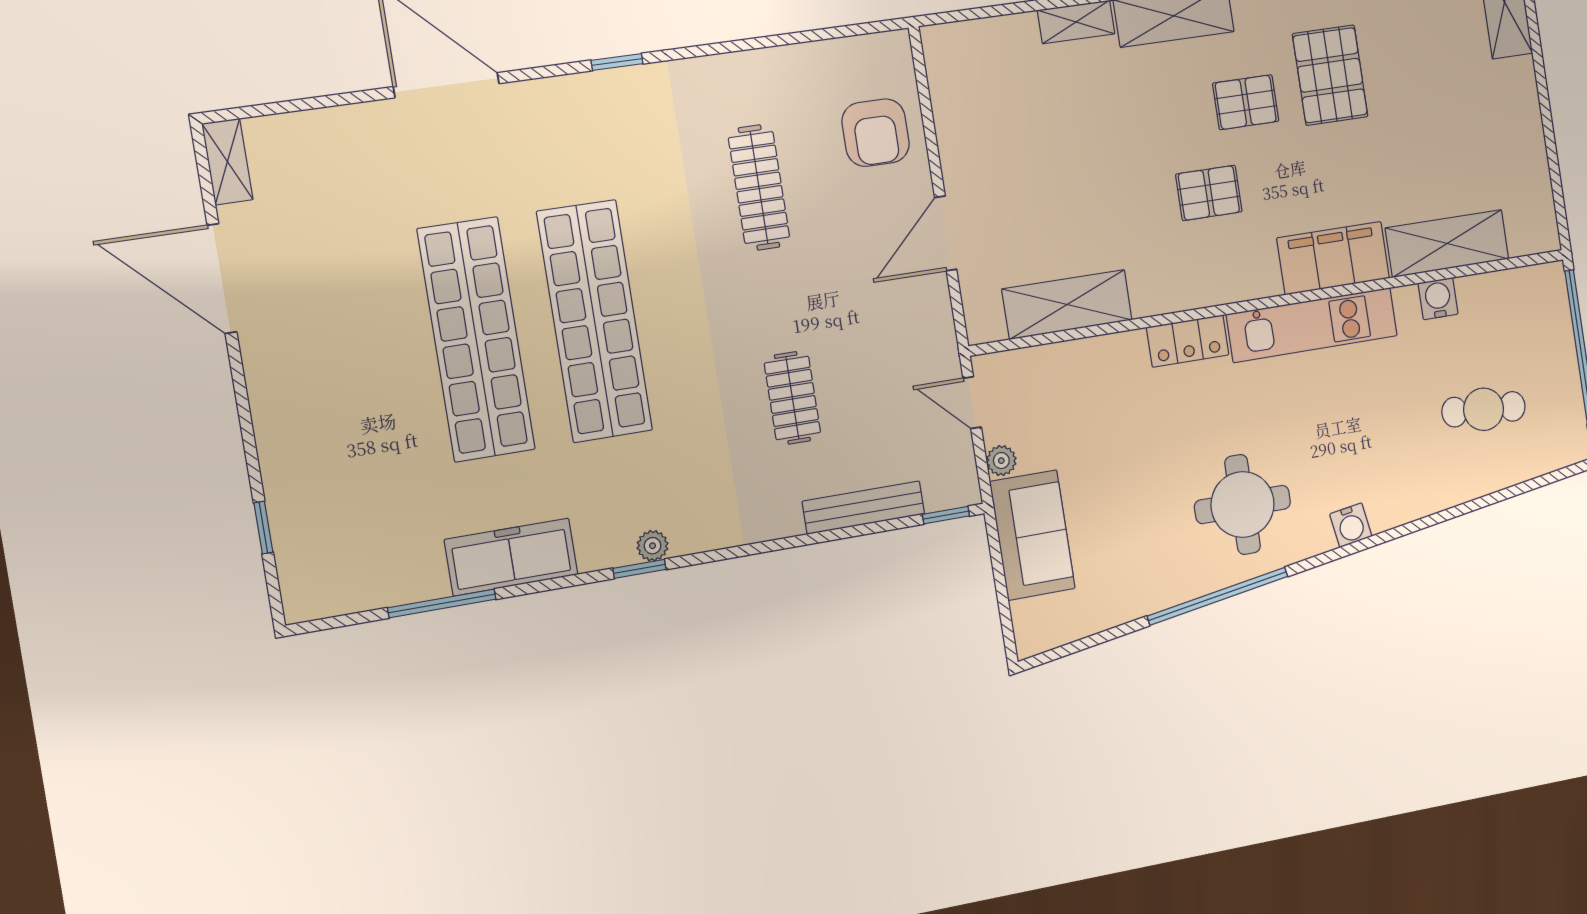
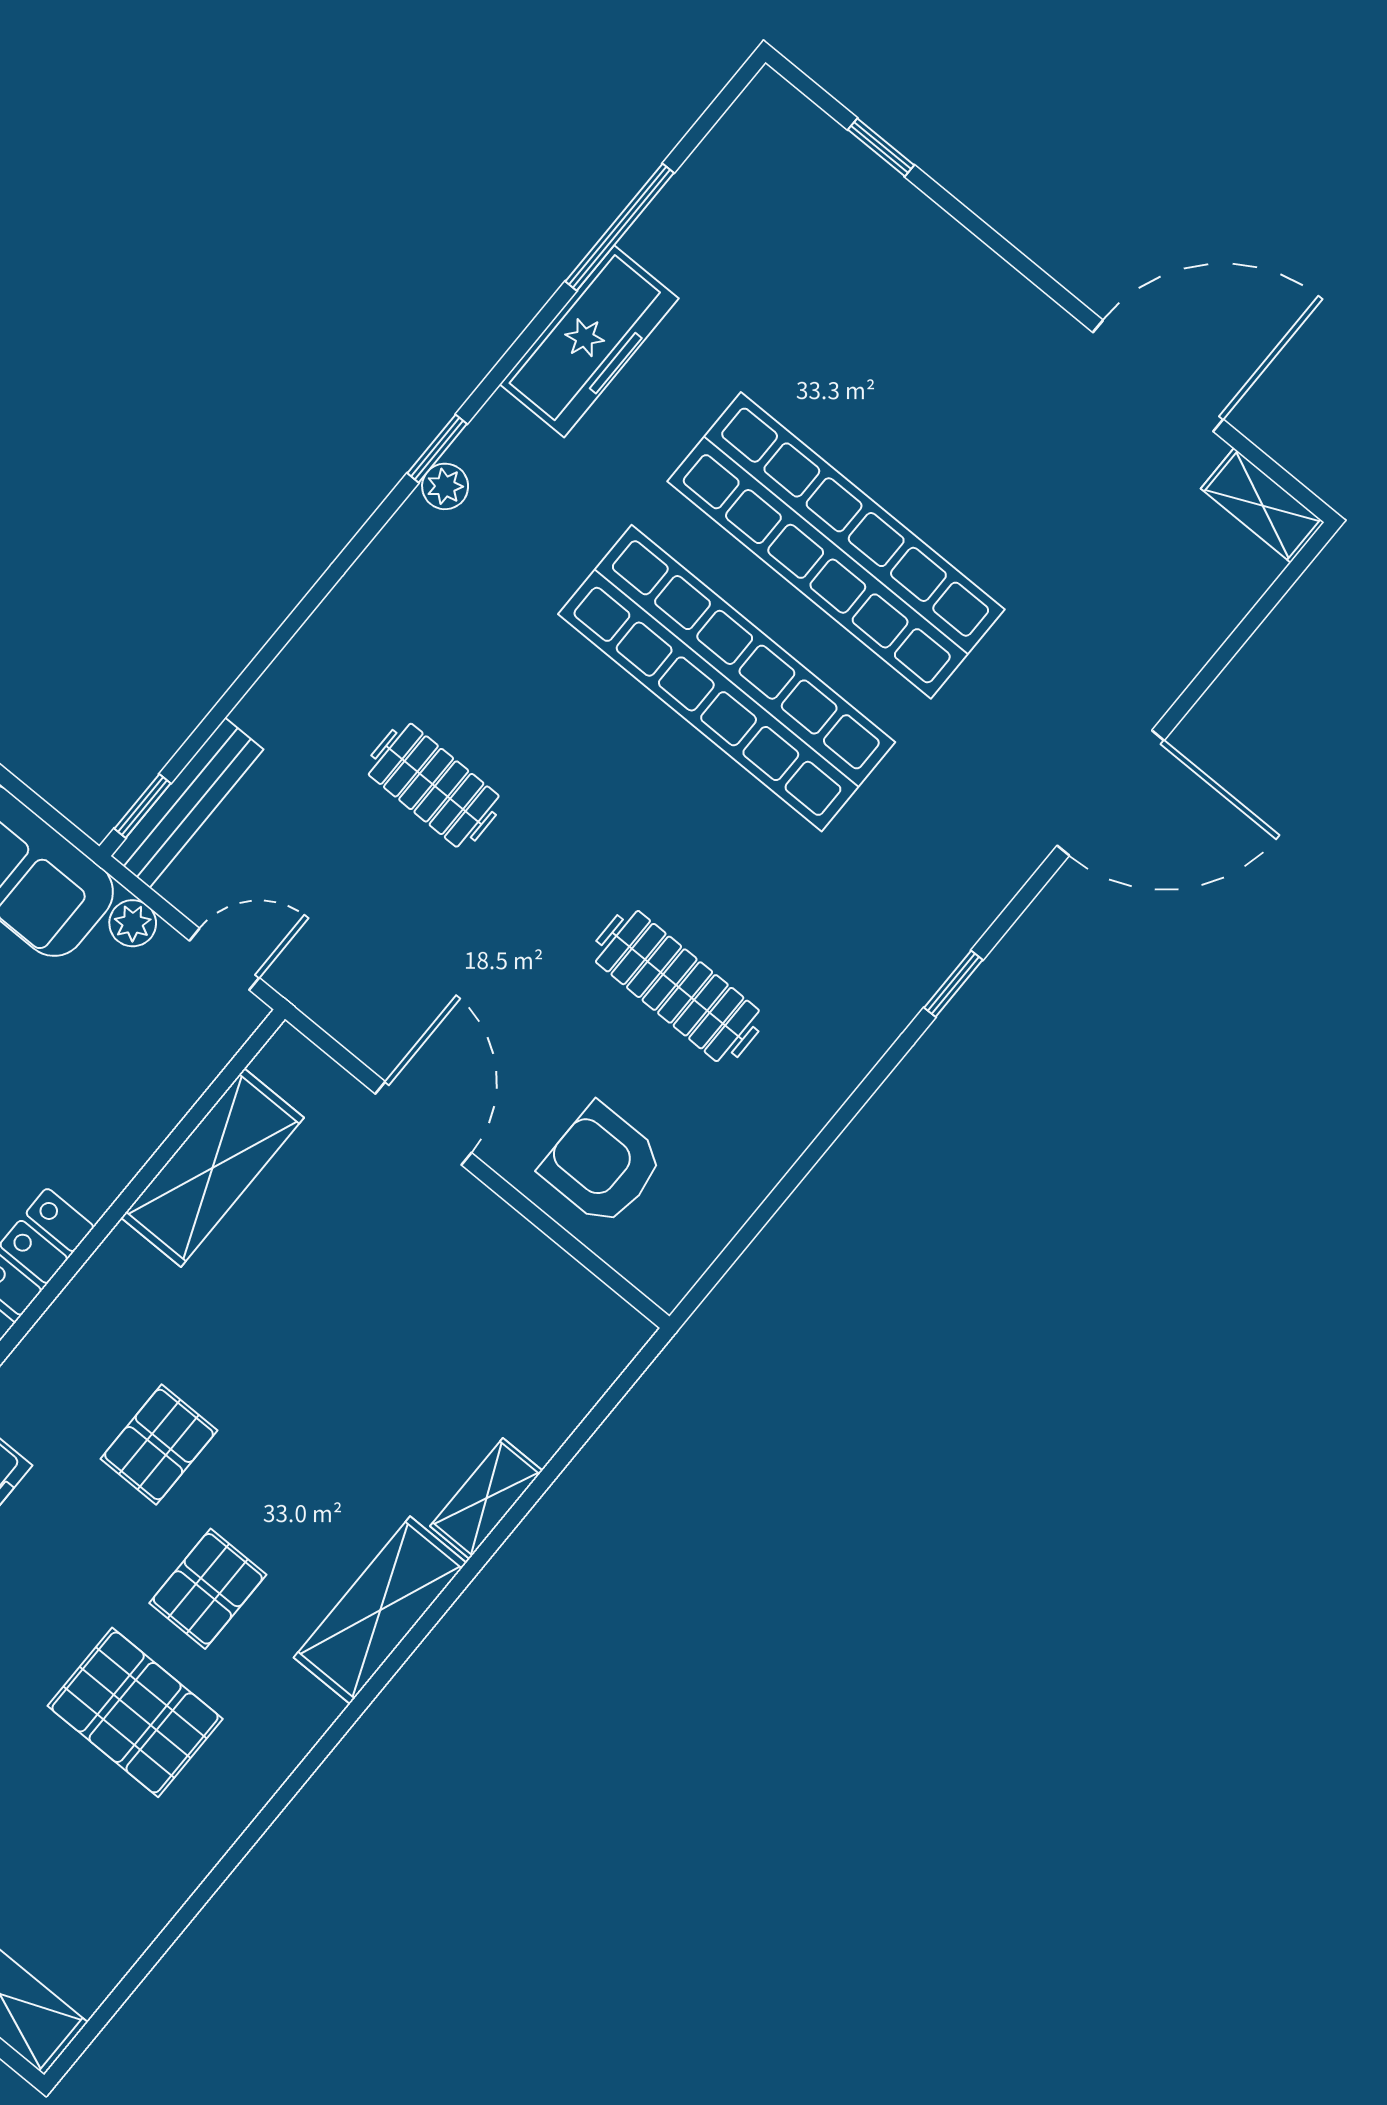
bench: (864, 508) -> (187, 803), moved

